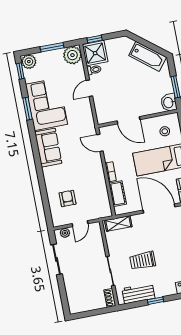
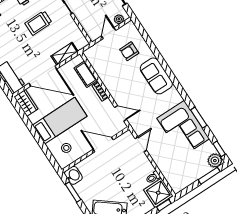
window: (52, 47) -> (209, 176), moved
plant: (72, 55) -> (178, 183), removed
door: (89, 88) -> (141, 144), moved
sofa: (48, 148) -> (156, 76), moved
armchair: (68, 198) -> (129, 51), turned 90
shelving: (118, 224) -> (65, 54), moved
trolley: (143, 261) -> (38, 23), turned 180

